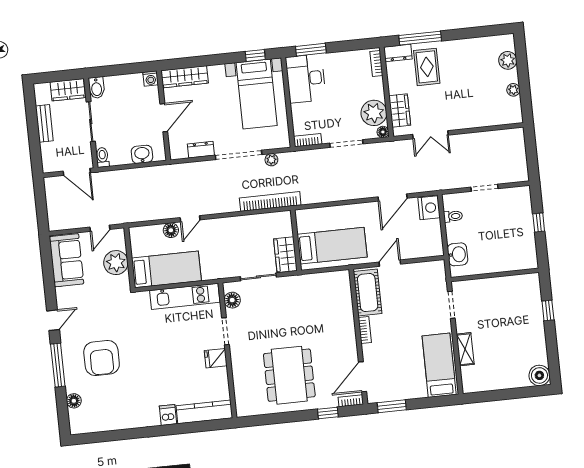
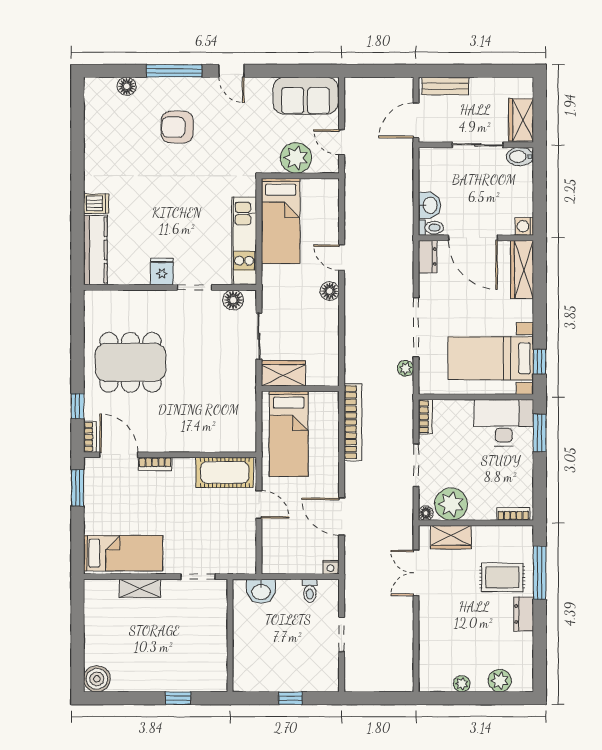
dresser: (398, 53) -> (524, 614), moved
door: (164, 118) -> (473, 238), width x1.36
bench: (44, 123) -> (445, 86), moved
dresser: (201, 150) -> (428, 257), moved
toilet: (102, 157) -> (431, 228), moved
bookcase: (270, 201) -> (353, 422), moved
nightstand: (429, 208) -> (330, 567), width x0.53, depth x0.56
floor lamp: (171, 230) -> (330, 291), moved
bookcase: (365, 330) -> (155, 464), moved
armchair: (102, 358) -> (177, 127), width x0.73, depth x0.73

